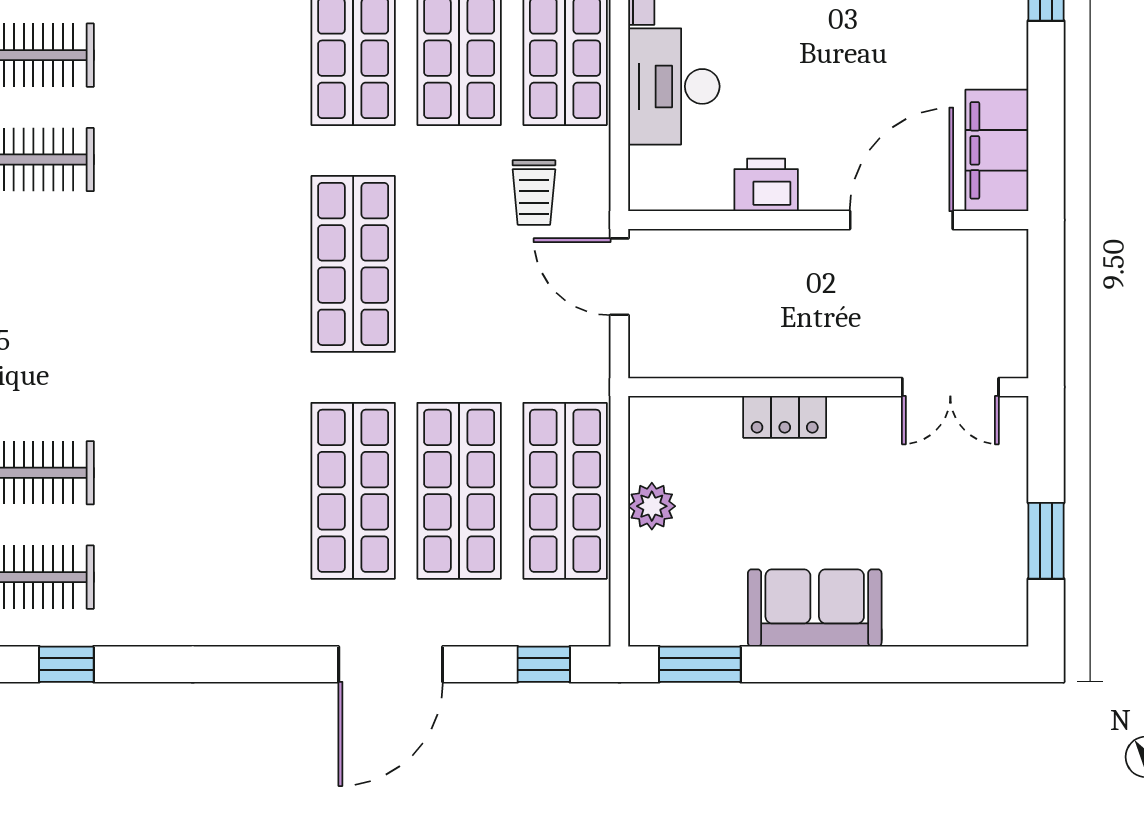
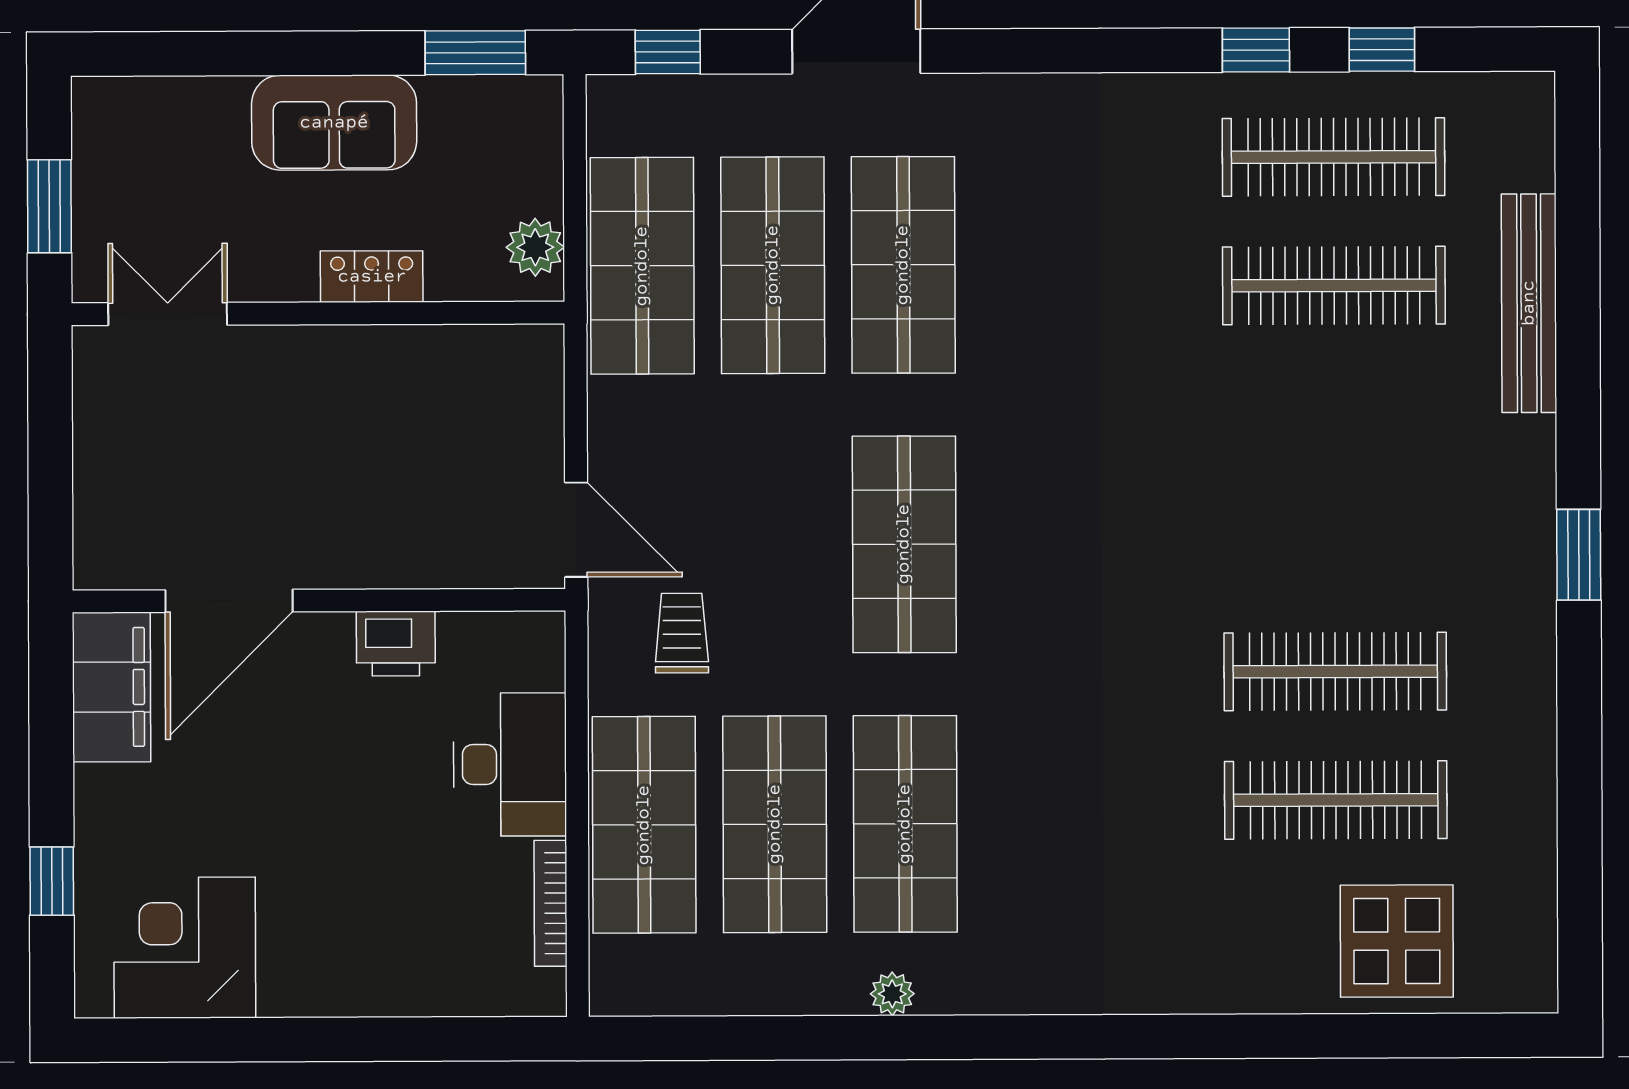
wall: (828, 387) -> (318, 313), moved
double door: (950, 387) -> (168, 314), moved
locker: (785, 417) -> (372, 277), moved

